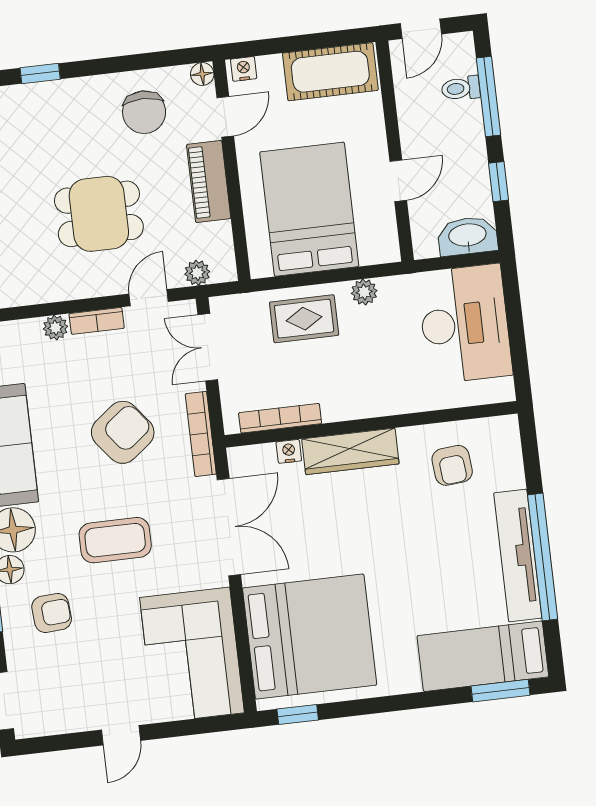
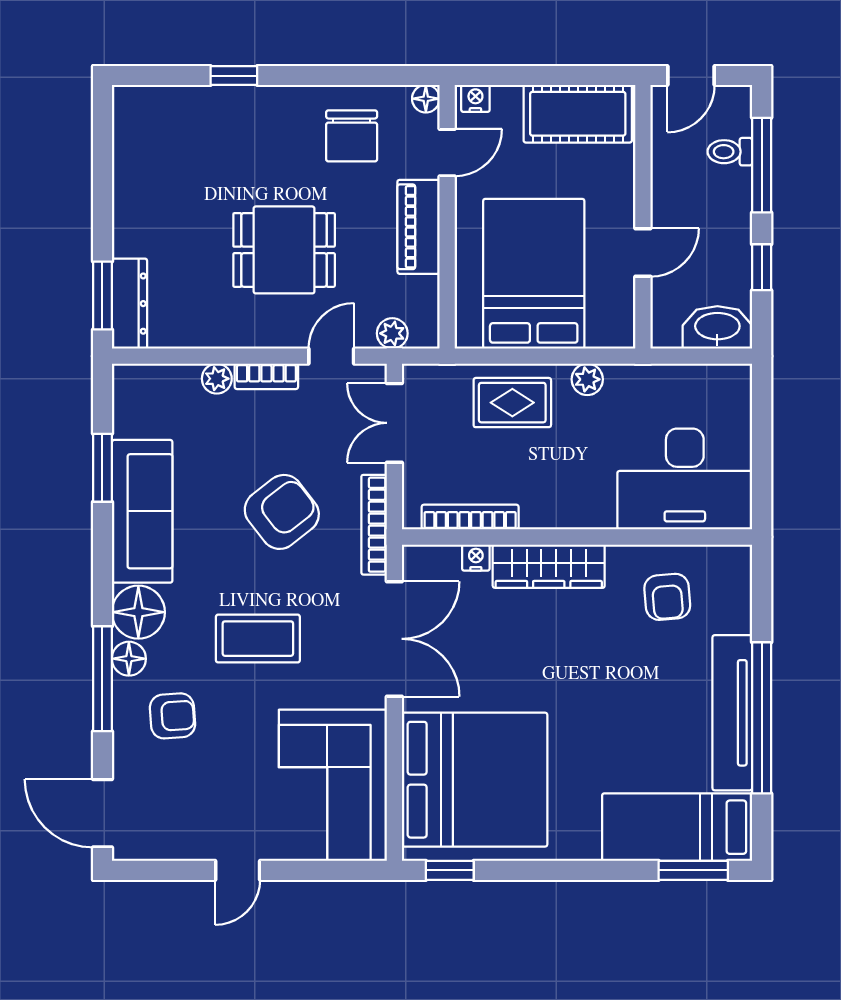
desk: (465, 324) -> (685, 479), moved, turned 90

